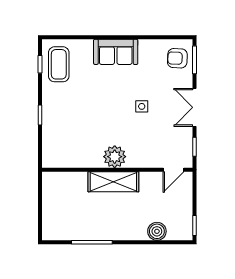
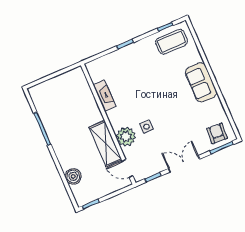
side table: (142, 106) -> (146, 127), moved
plant: (115, 157) -> (126, 137), moved
fireplace: (85, 161) -> (105, 96), added
shelving: (113, 182) -> (105, 144), moved

